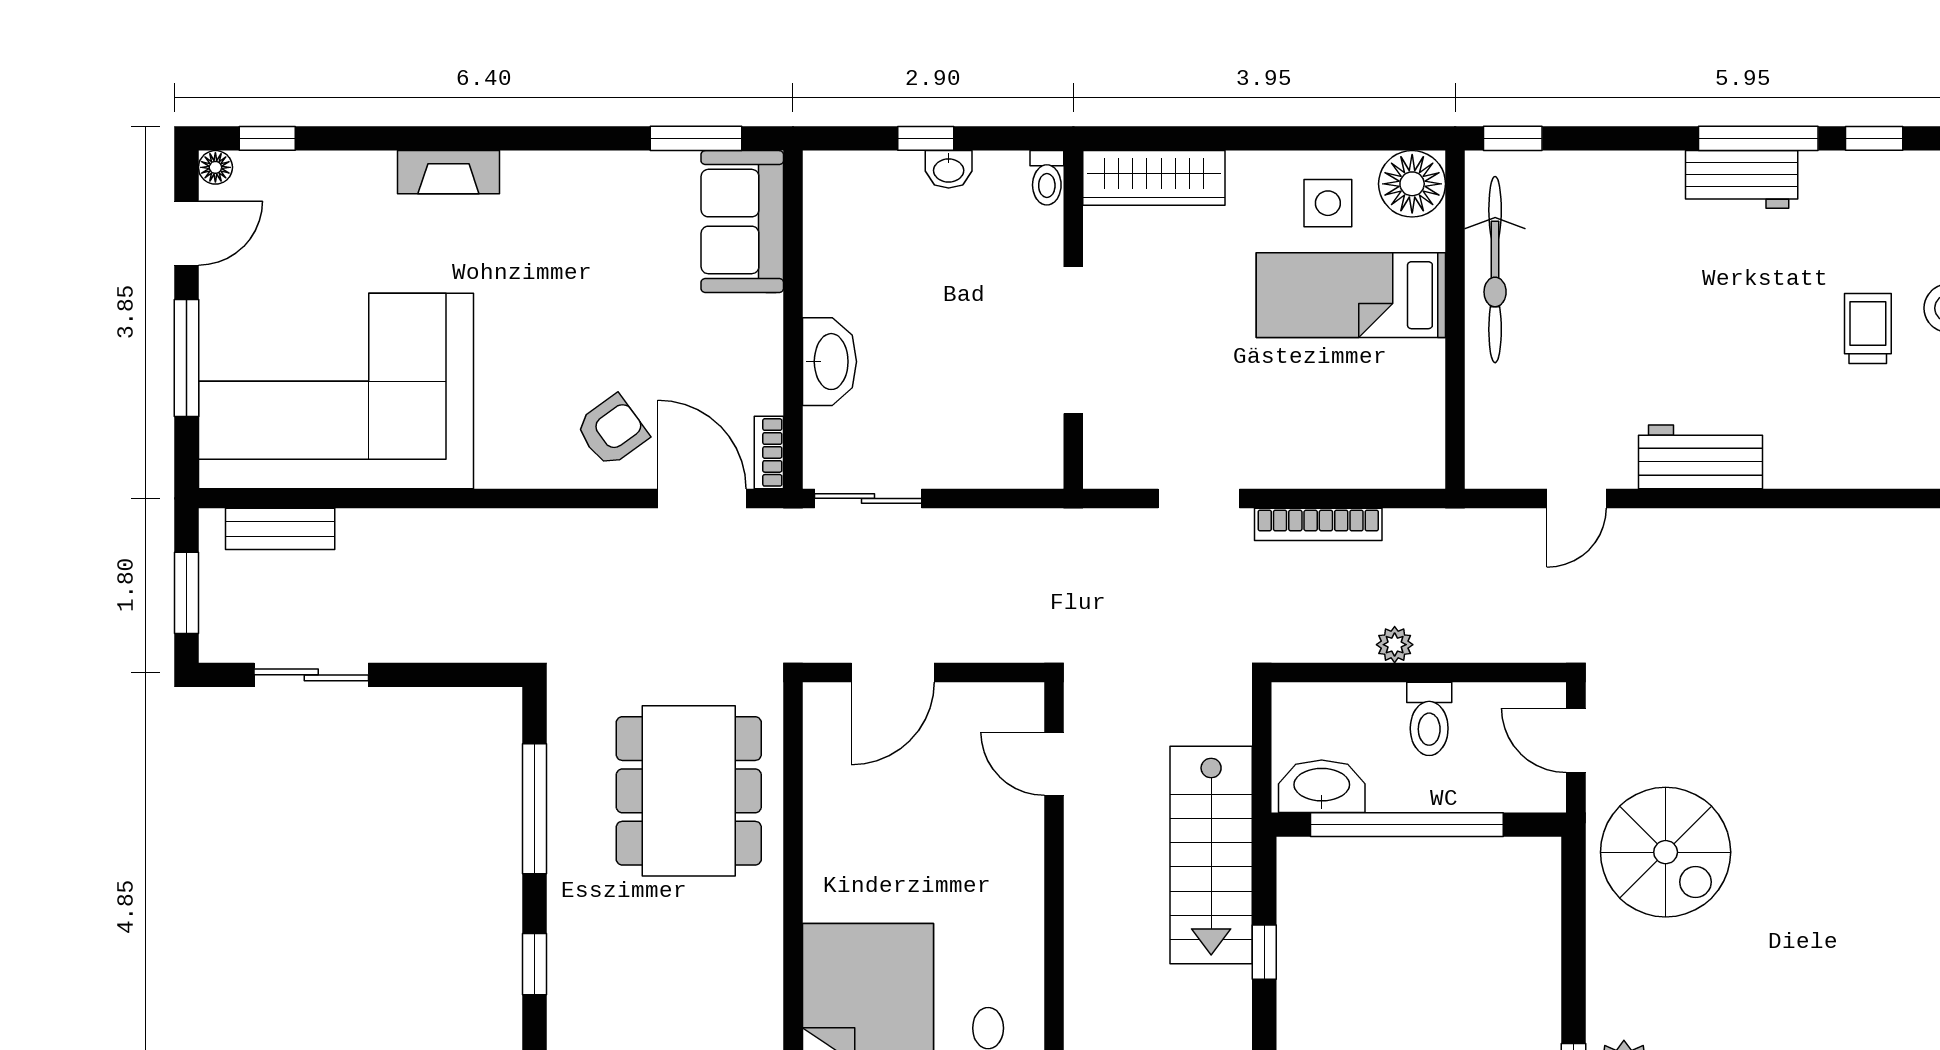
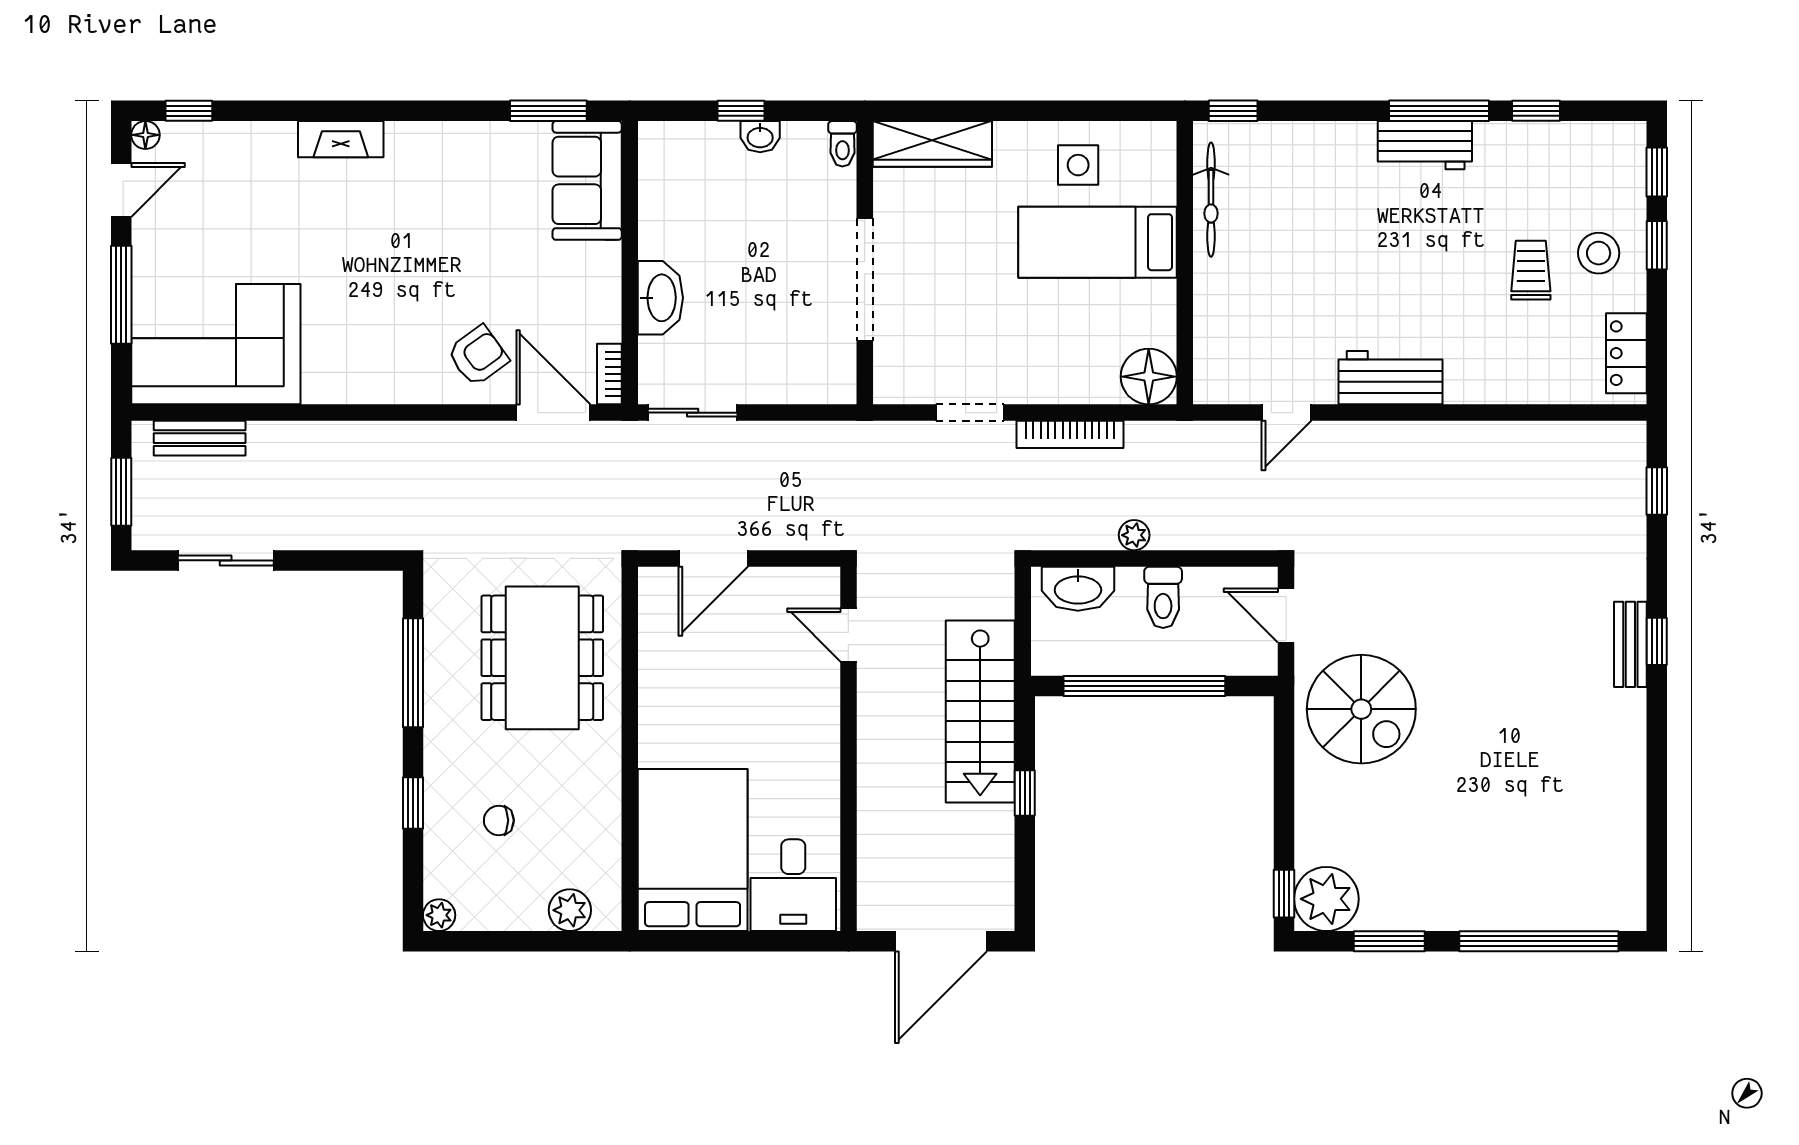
floor lamp: (1412, 184) -> (1149, 377), moved
bicycle: (1495, 270) -> (1211, 200), width x0.73, depth x0.71
corner sofa: (336, 391) -> (216, 344), width x0.73, depth x0.74
washbasin: (1322, 786) -> (1078, 589), moved, turned 180
chair: (637, 985) -> (499, 820), added

